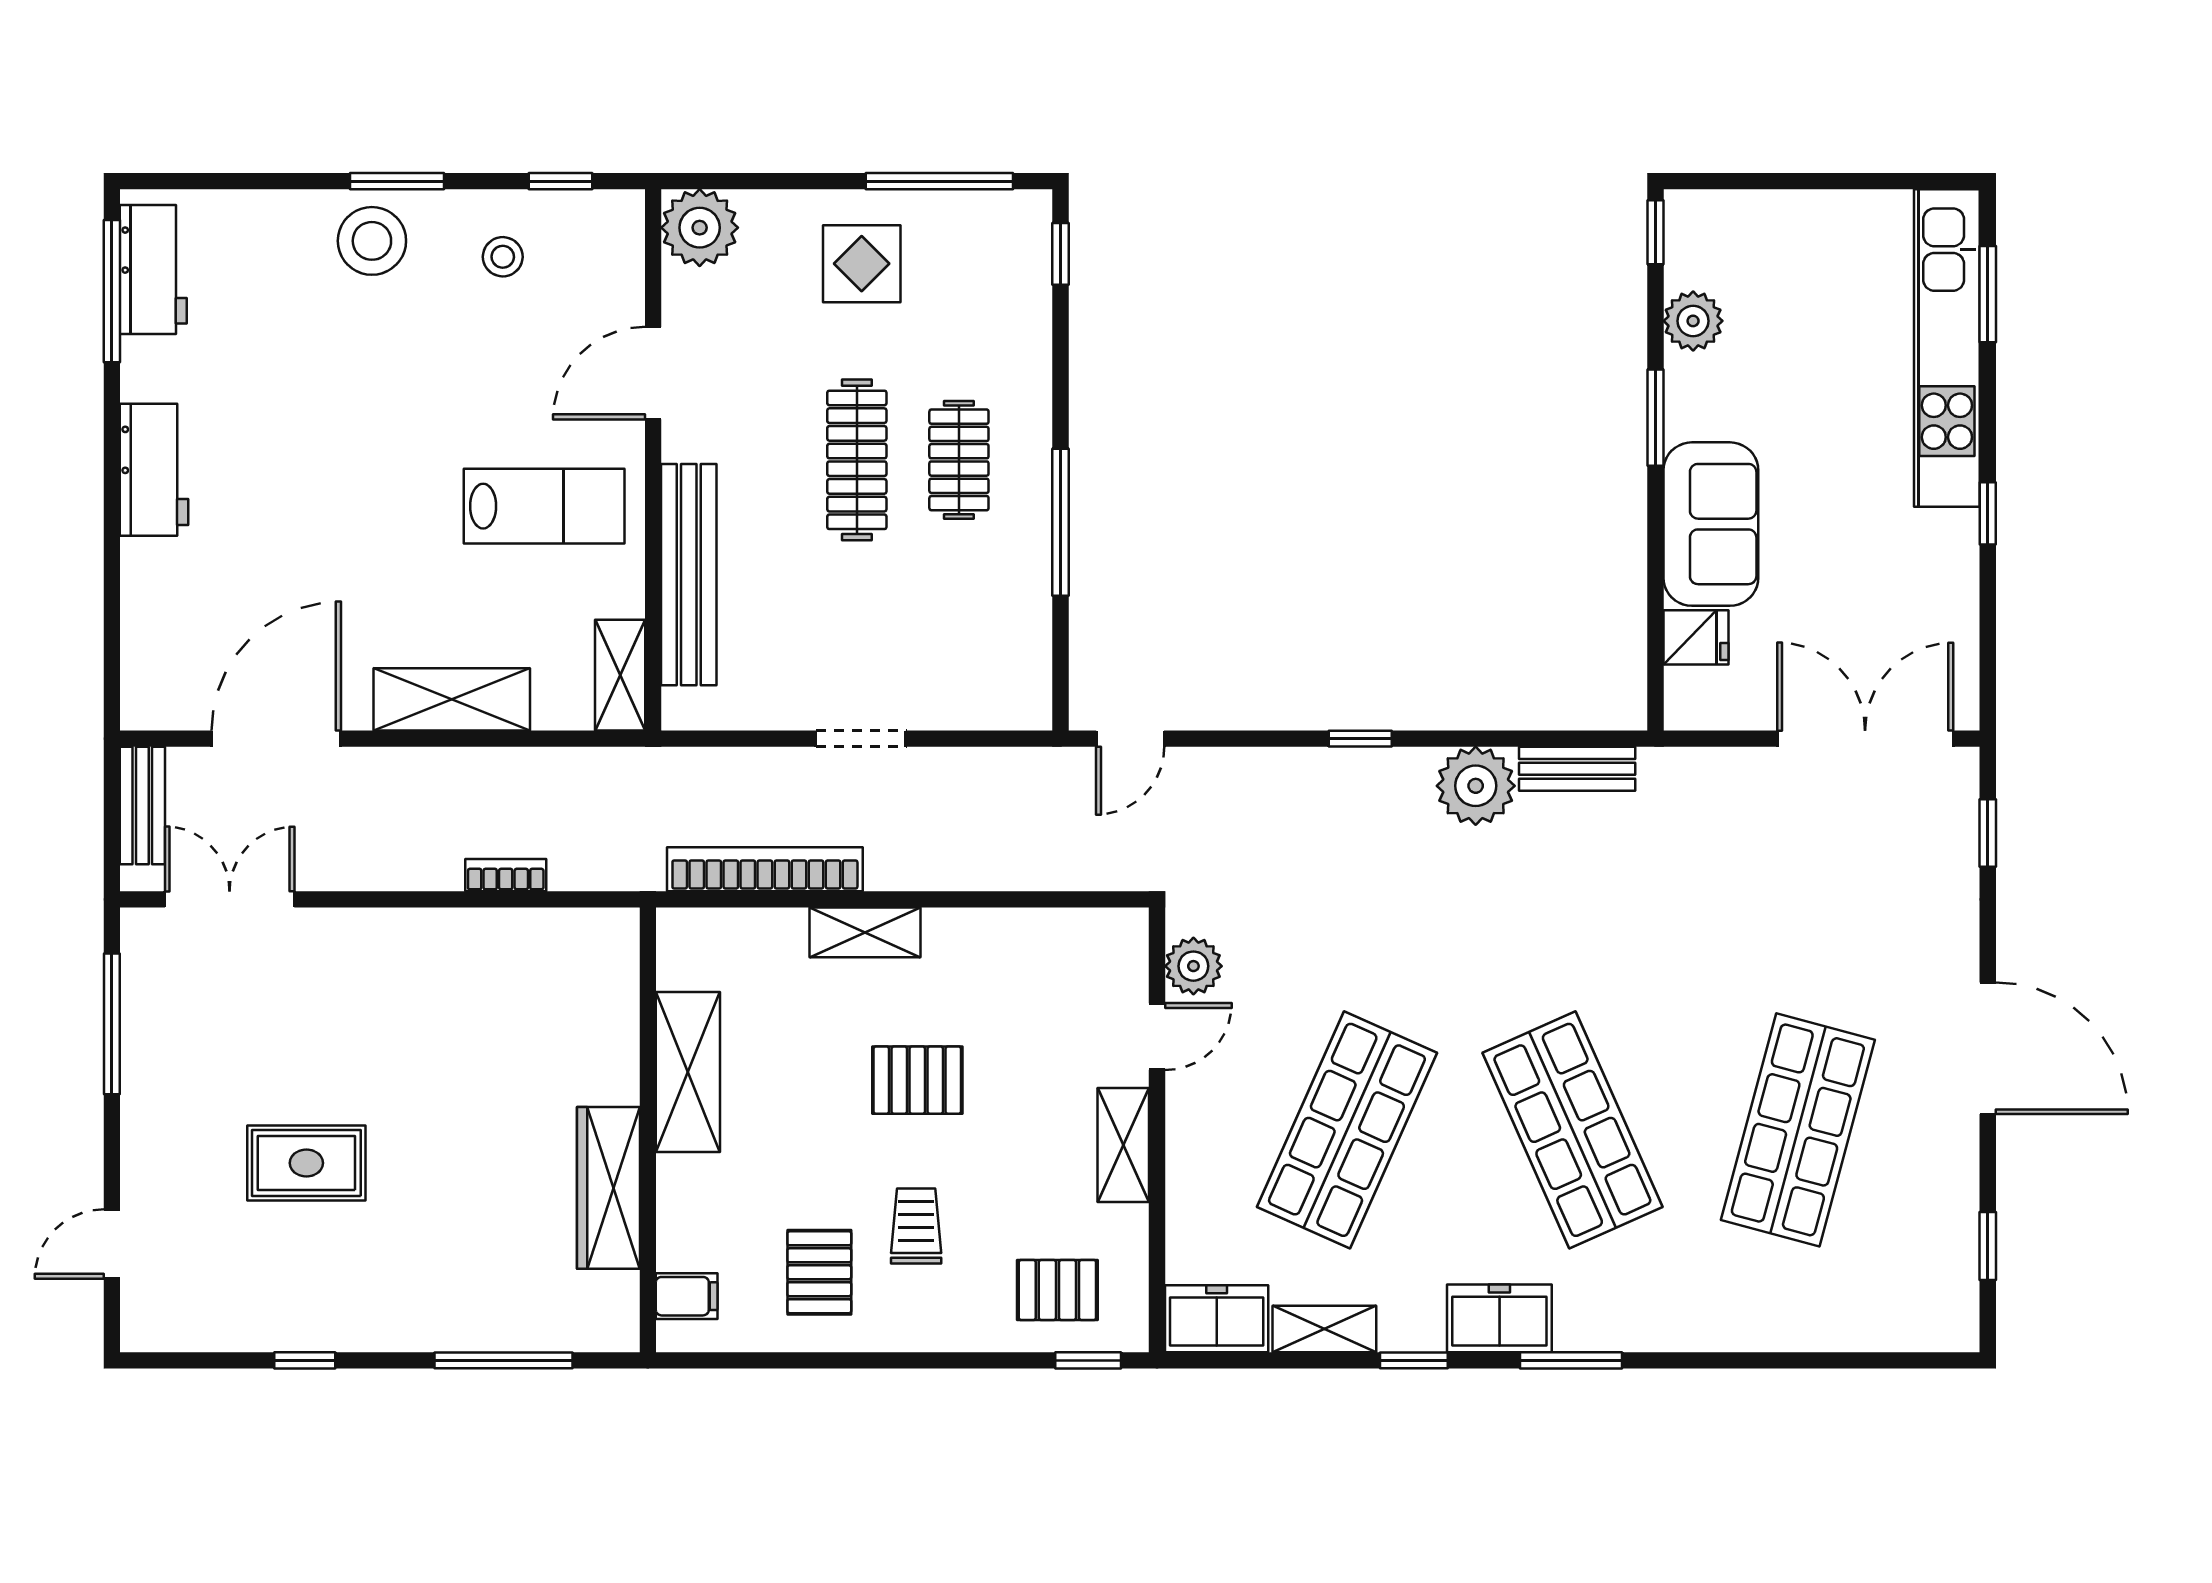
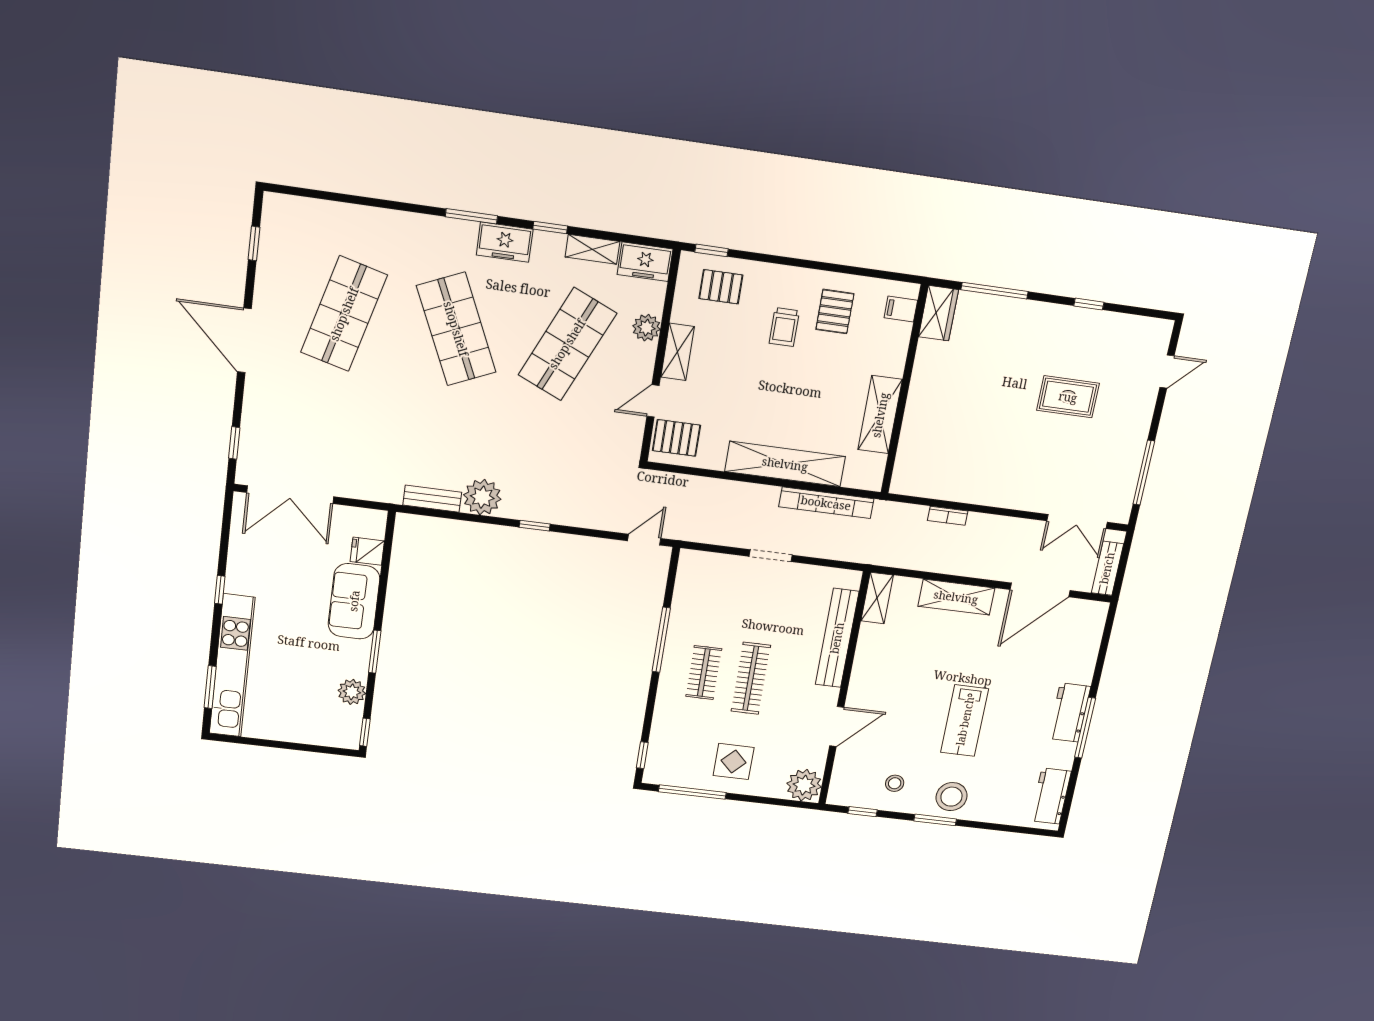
window: (112, 291) -> (1085, 728), moved
lab bench: (544, 506) -> (965, 721), moved, turned -90
shelving: (865, 932) -> (785, 464), width x2.20, depth x1.33
plant: (1193, 966) -> (646, 328), moved
pallet: (917, 1080) -> (676, 438), moved
wardrobe: (608, 1188) -> (938, 313), moved, width x0.67

